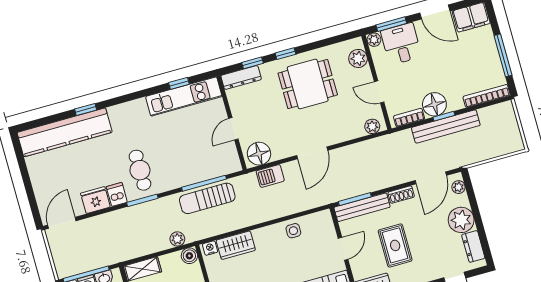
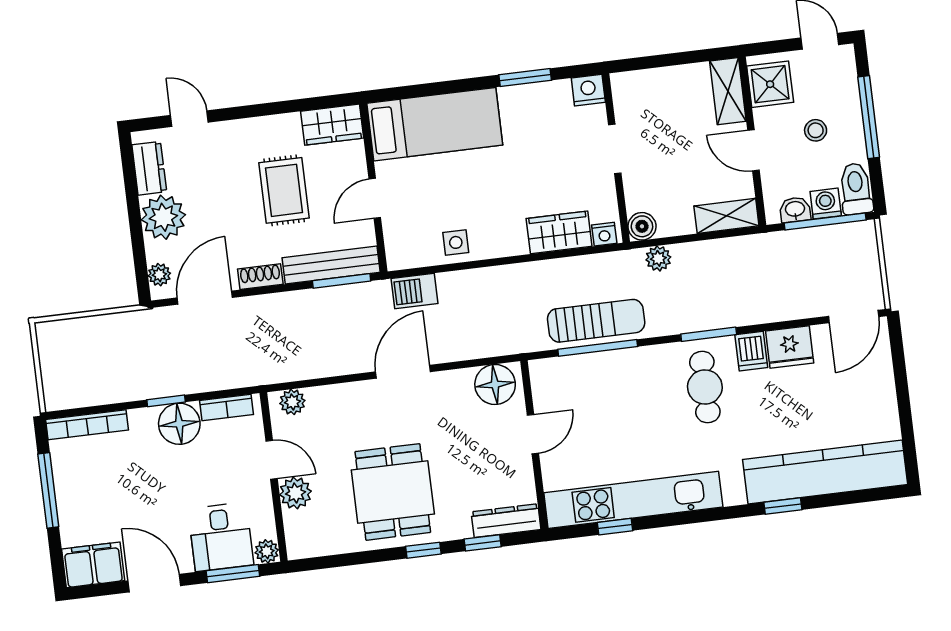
plant: (358, 58) -> (295, 493), moved
dining table: (308, 84) -> (393, 492), turned 90
kitchen unit: (184, 97) -> (633, 500), width x1.36
bench: (446, 126) -> (165, 383), removed
barbecue: (270, 176) -> (415, 291), moved, turned 180

